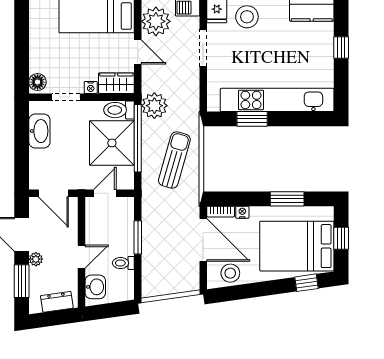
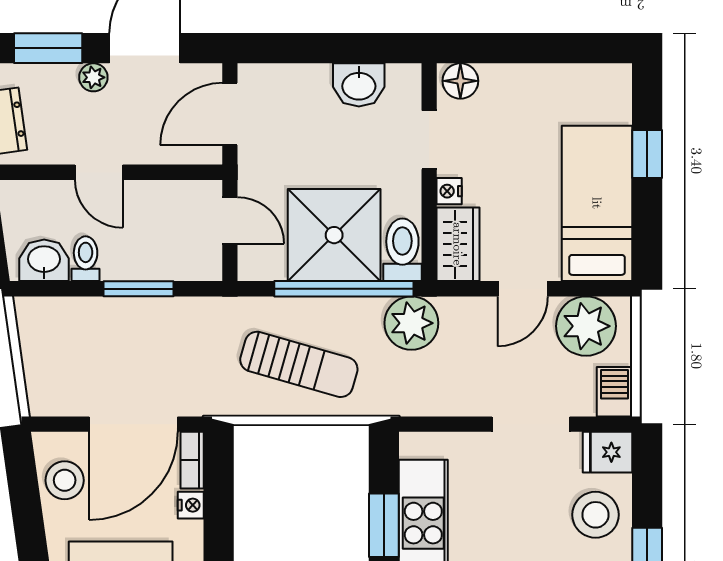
washbasin: (39, 131) -> (359, 85), width x0.72
washbasin: (95, 287) -> (44, 260), moved, turned 180

